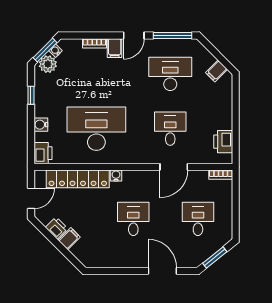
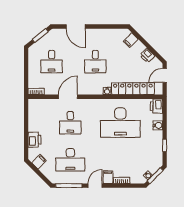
plant: (48, 64) -> (153, 166), removed
printer: (223, 142) -> (34, 140), moved
filing cabinet: (69, 239) -> (131, 40), moved

